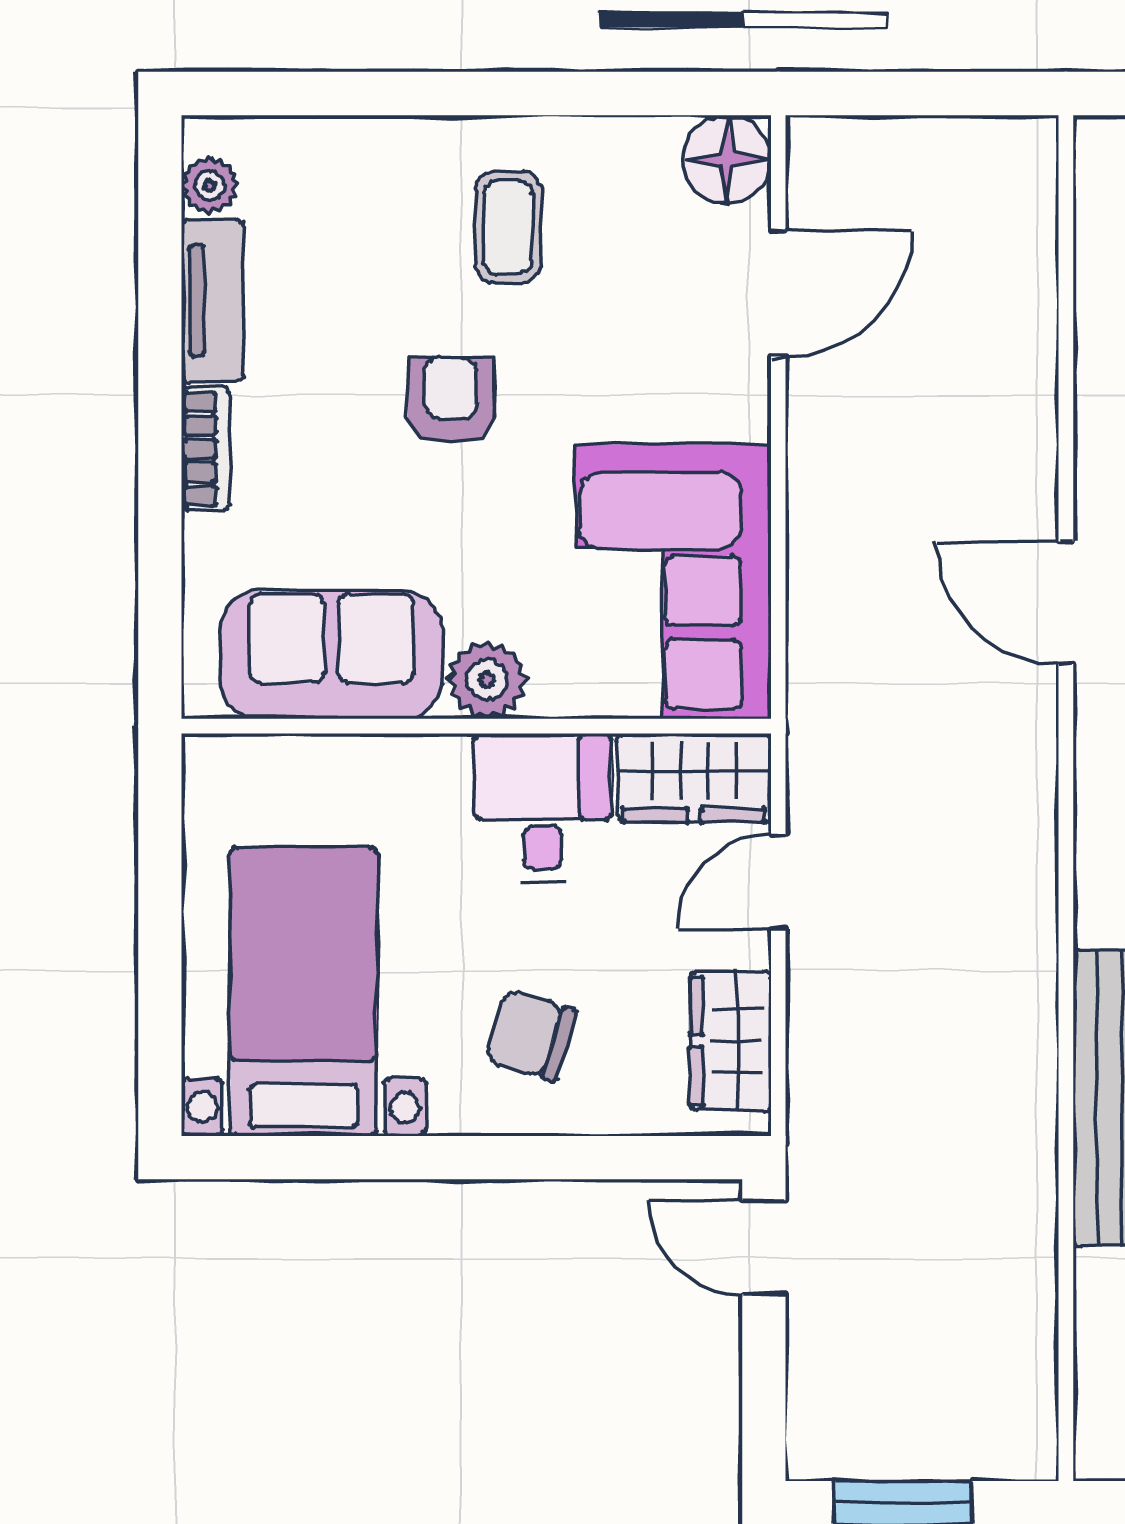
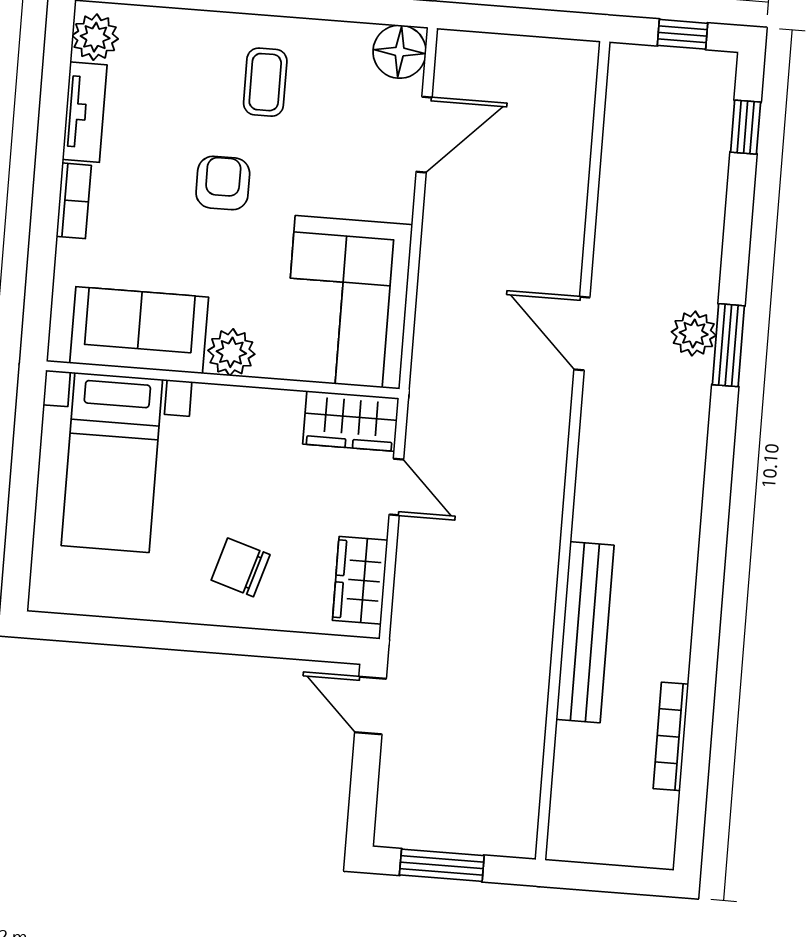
plant: (210, 185) -> (95, 37), width x1.38, depth x1.38
desk: (543, 808) -> (259, 432), removed
door: (778, 881) -> (396, 487), swing flipped
bed with nightstands: (304, 992) -> (112, 462), moved, turned 180

